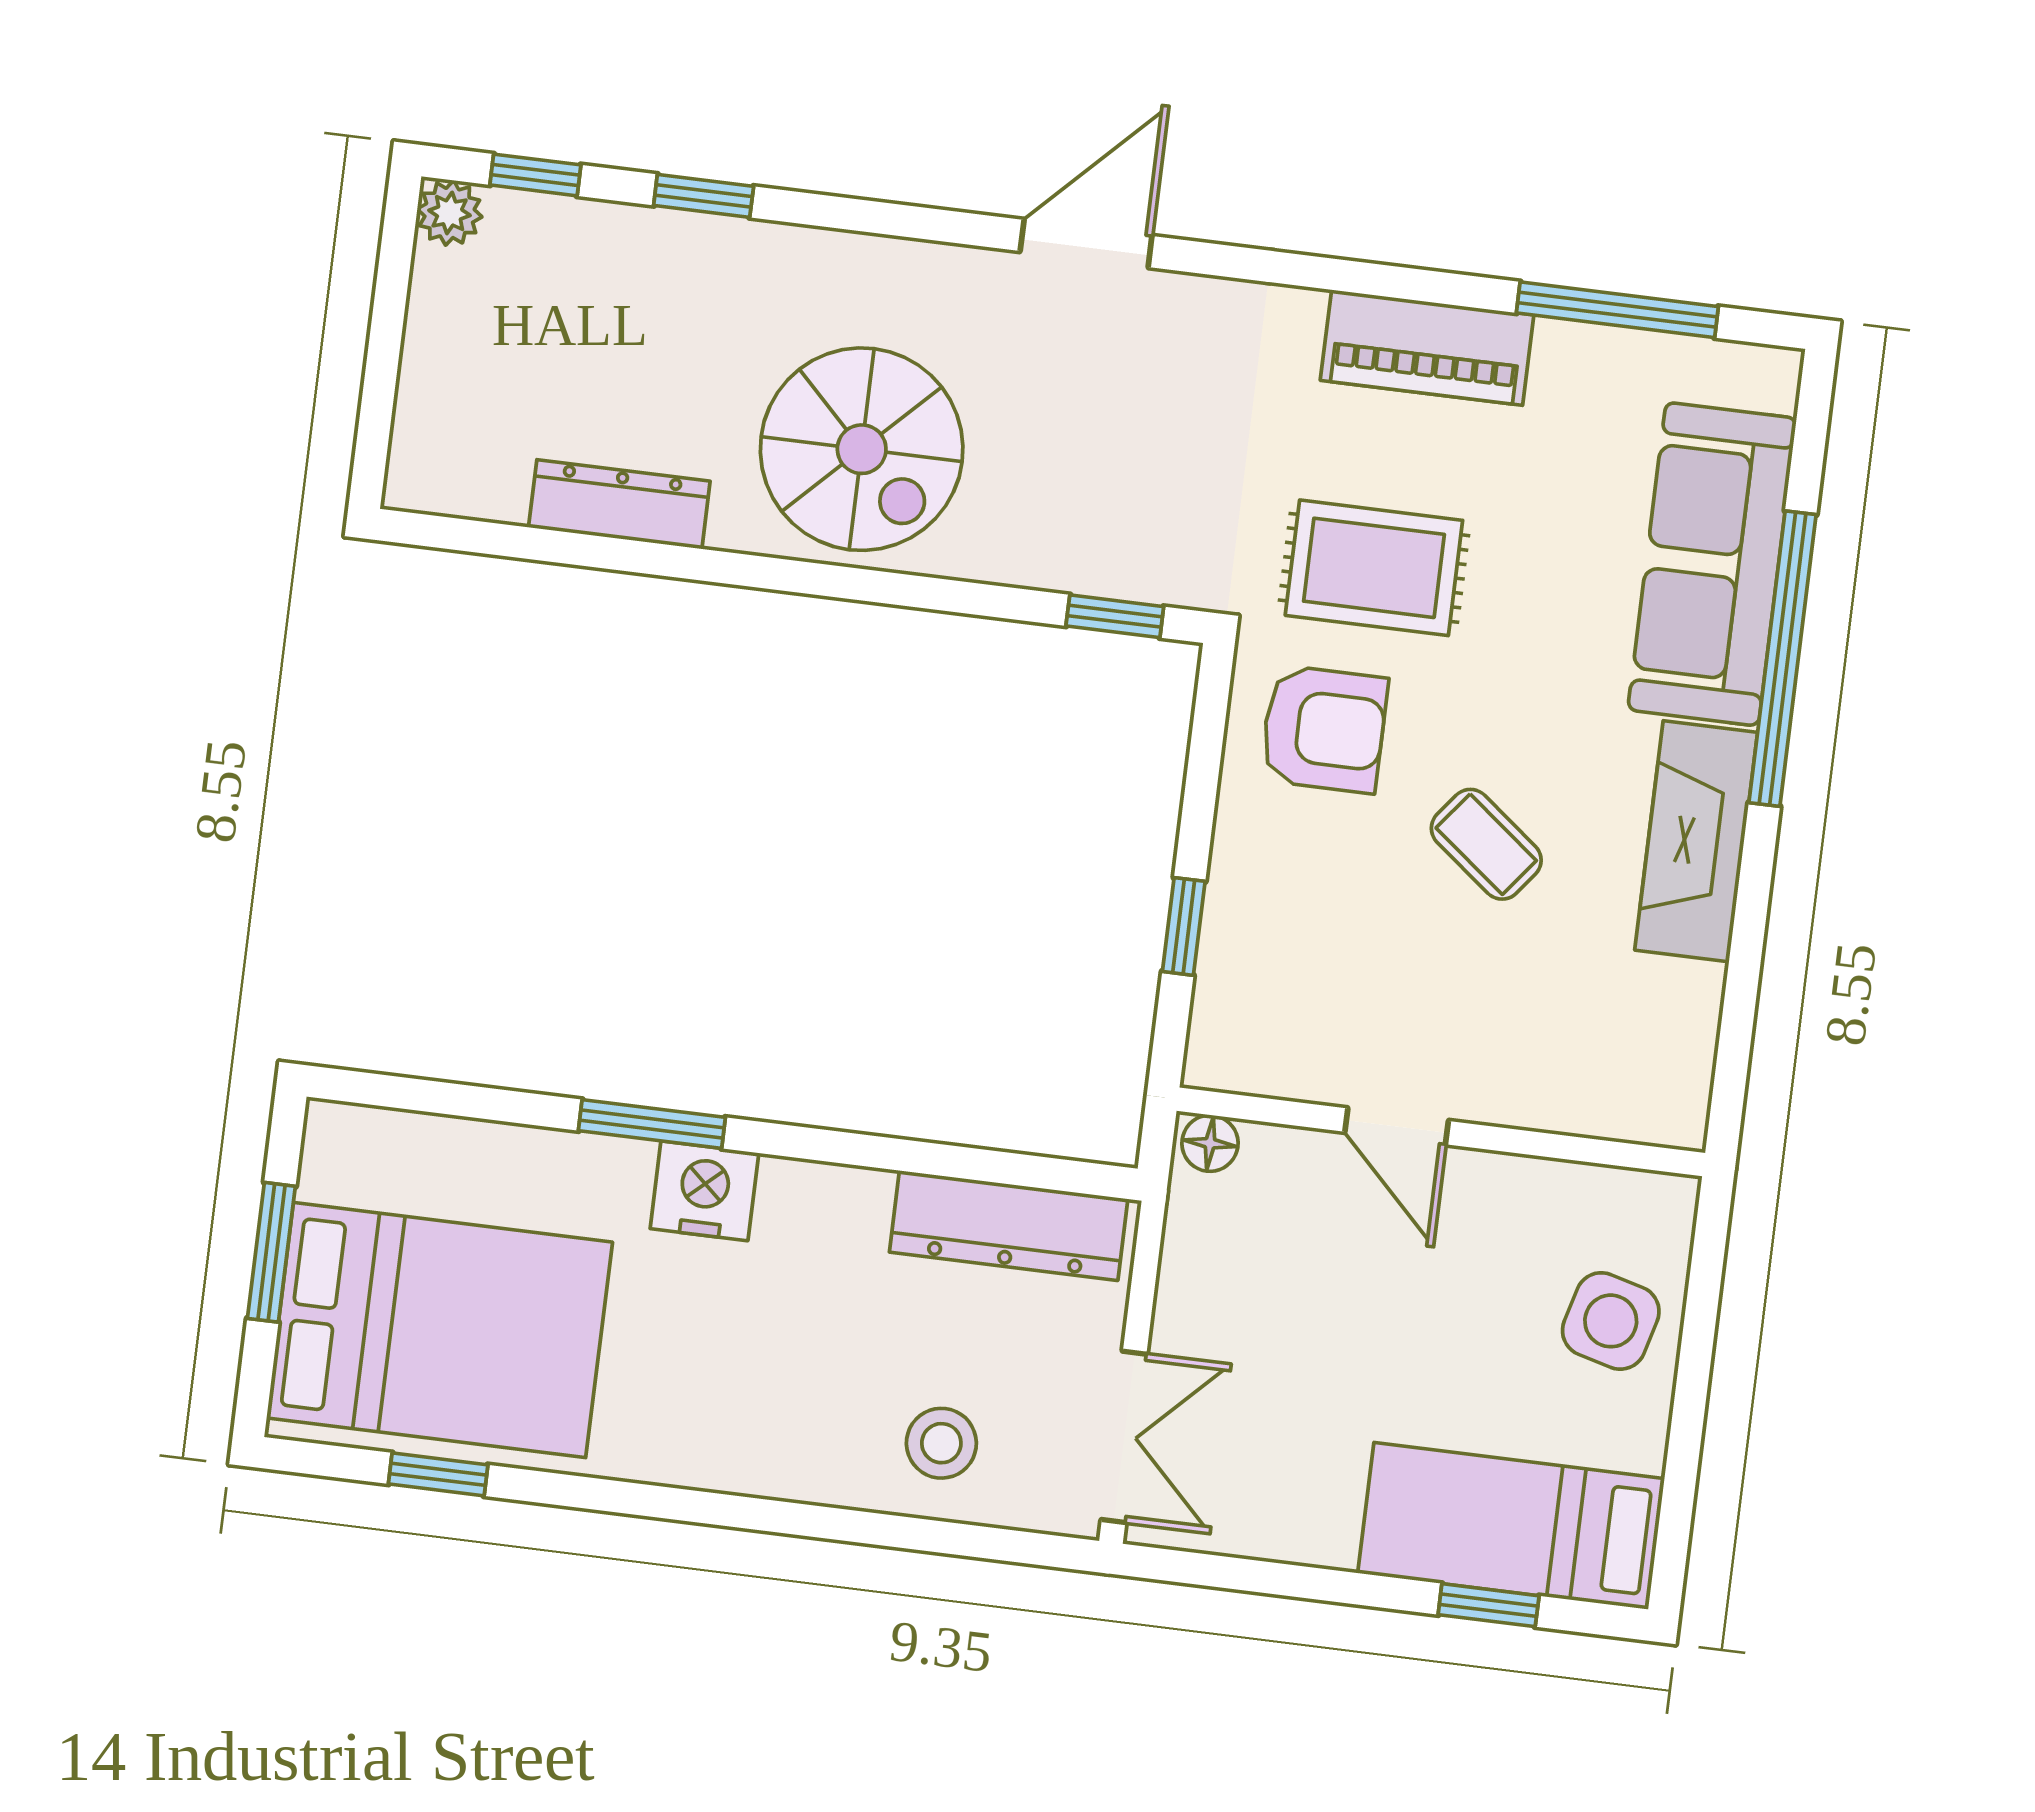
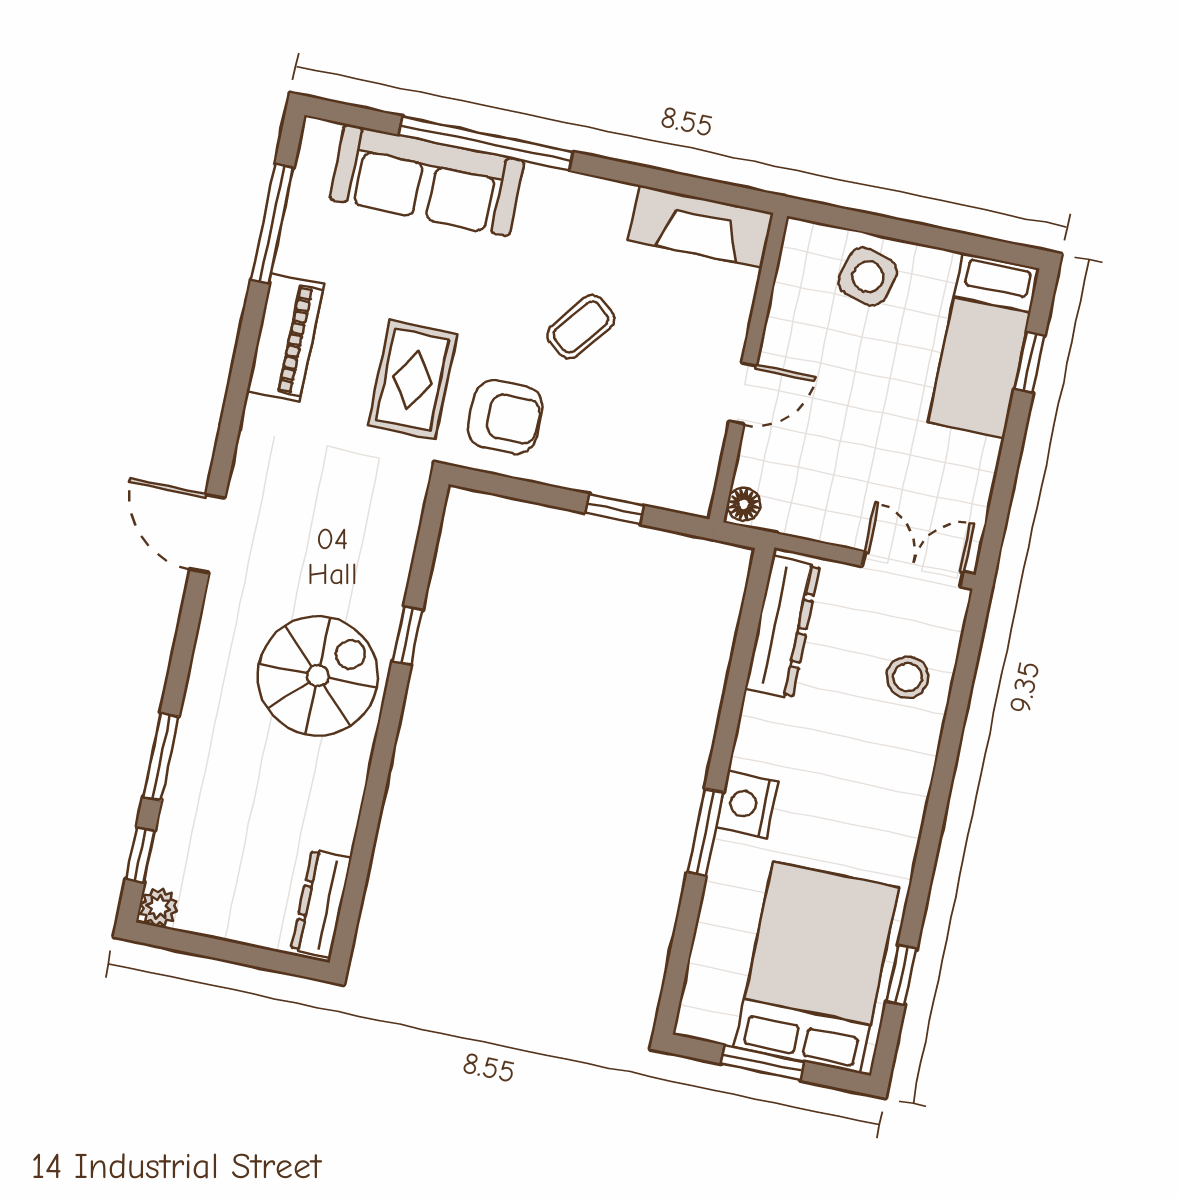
window: (704, 196) -> (161, 757), width x1.50
dresser: (619, 504) -> (321, 904), moved
window: (1115, 616) -> (407, 635), moved
armchair: (1324, 729) -> (505, 417), turned 90
fireplace: (1696, 841) -> (701, 226), moved

